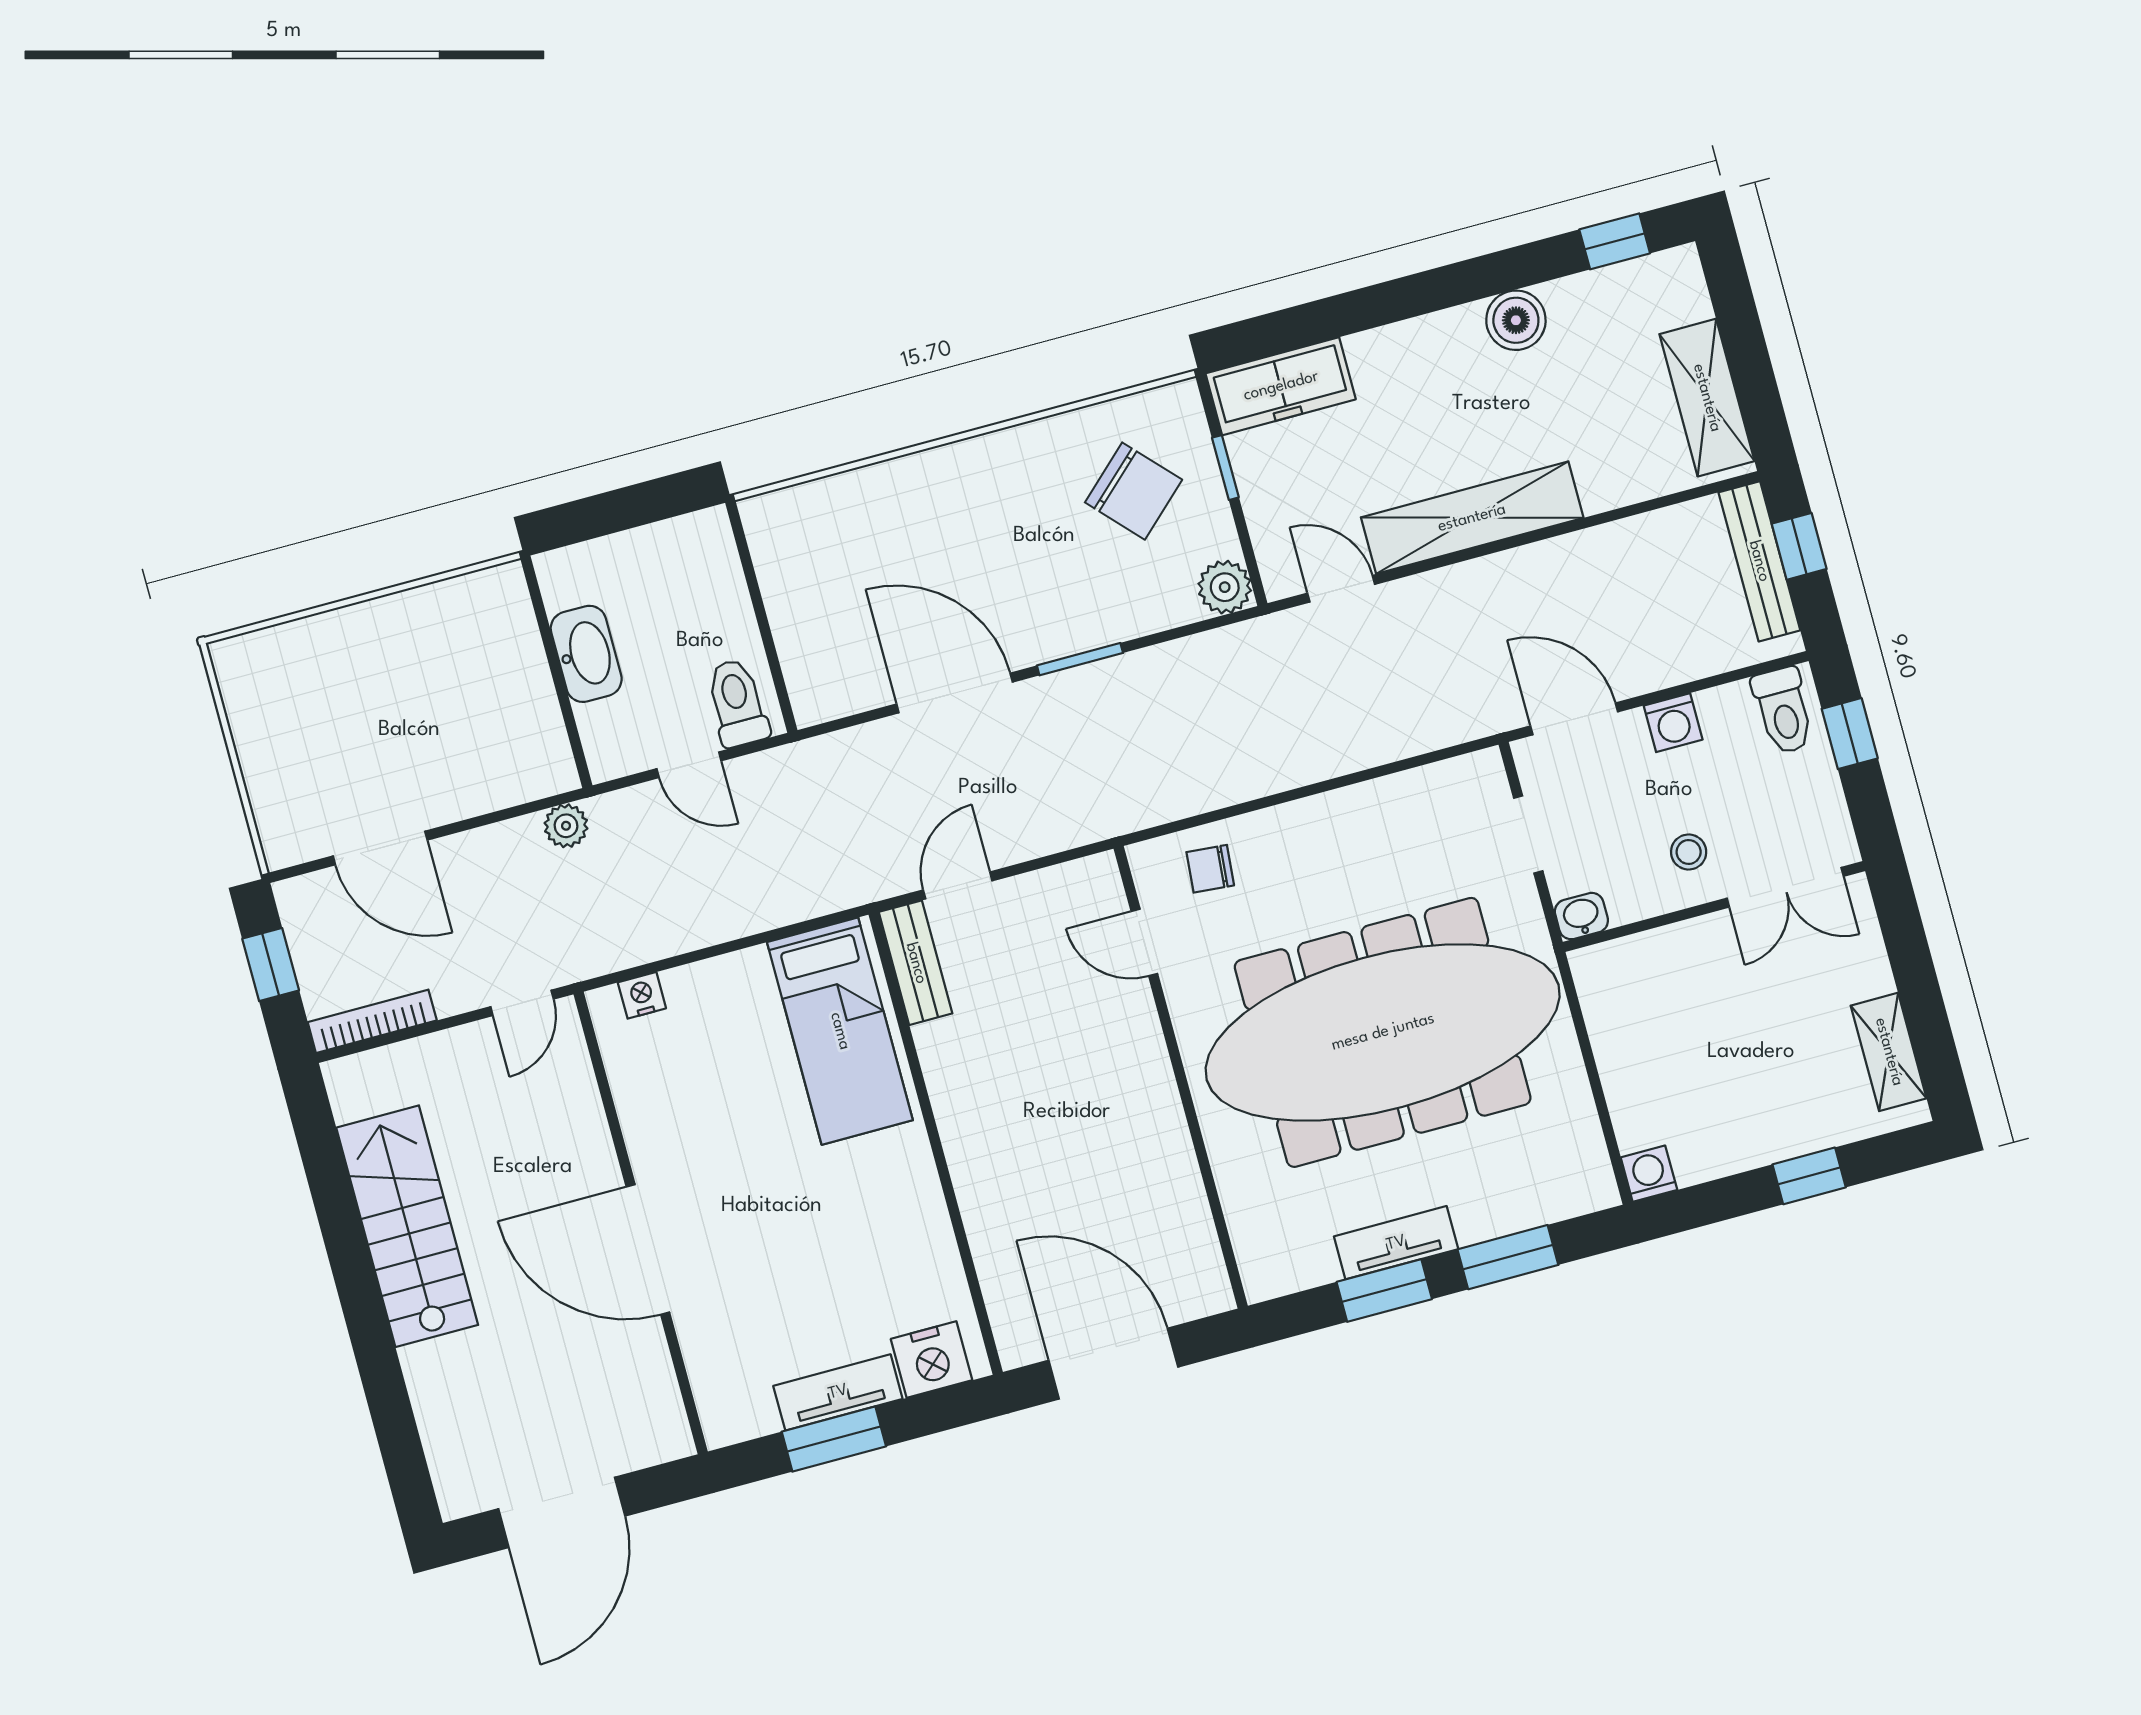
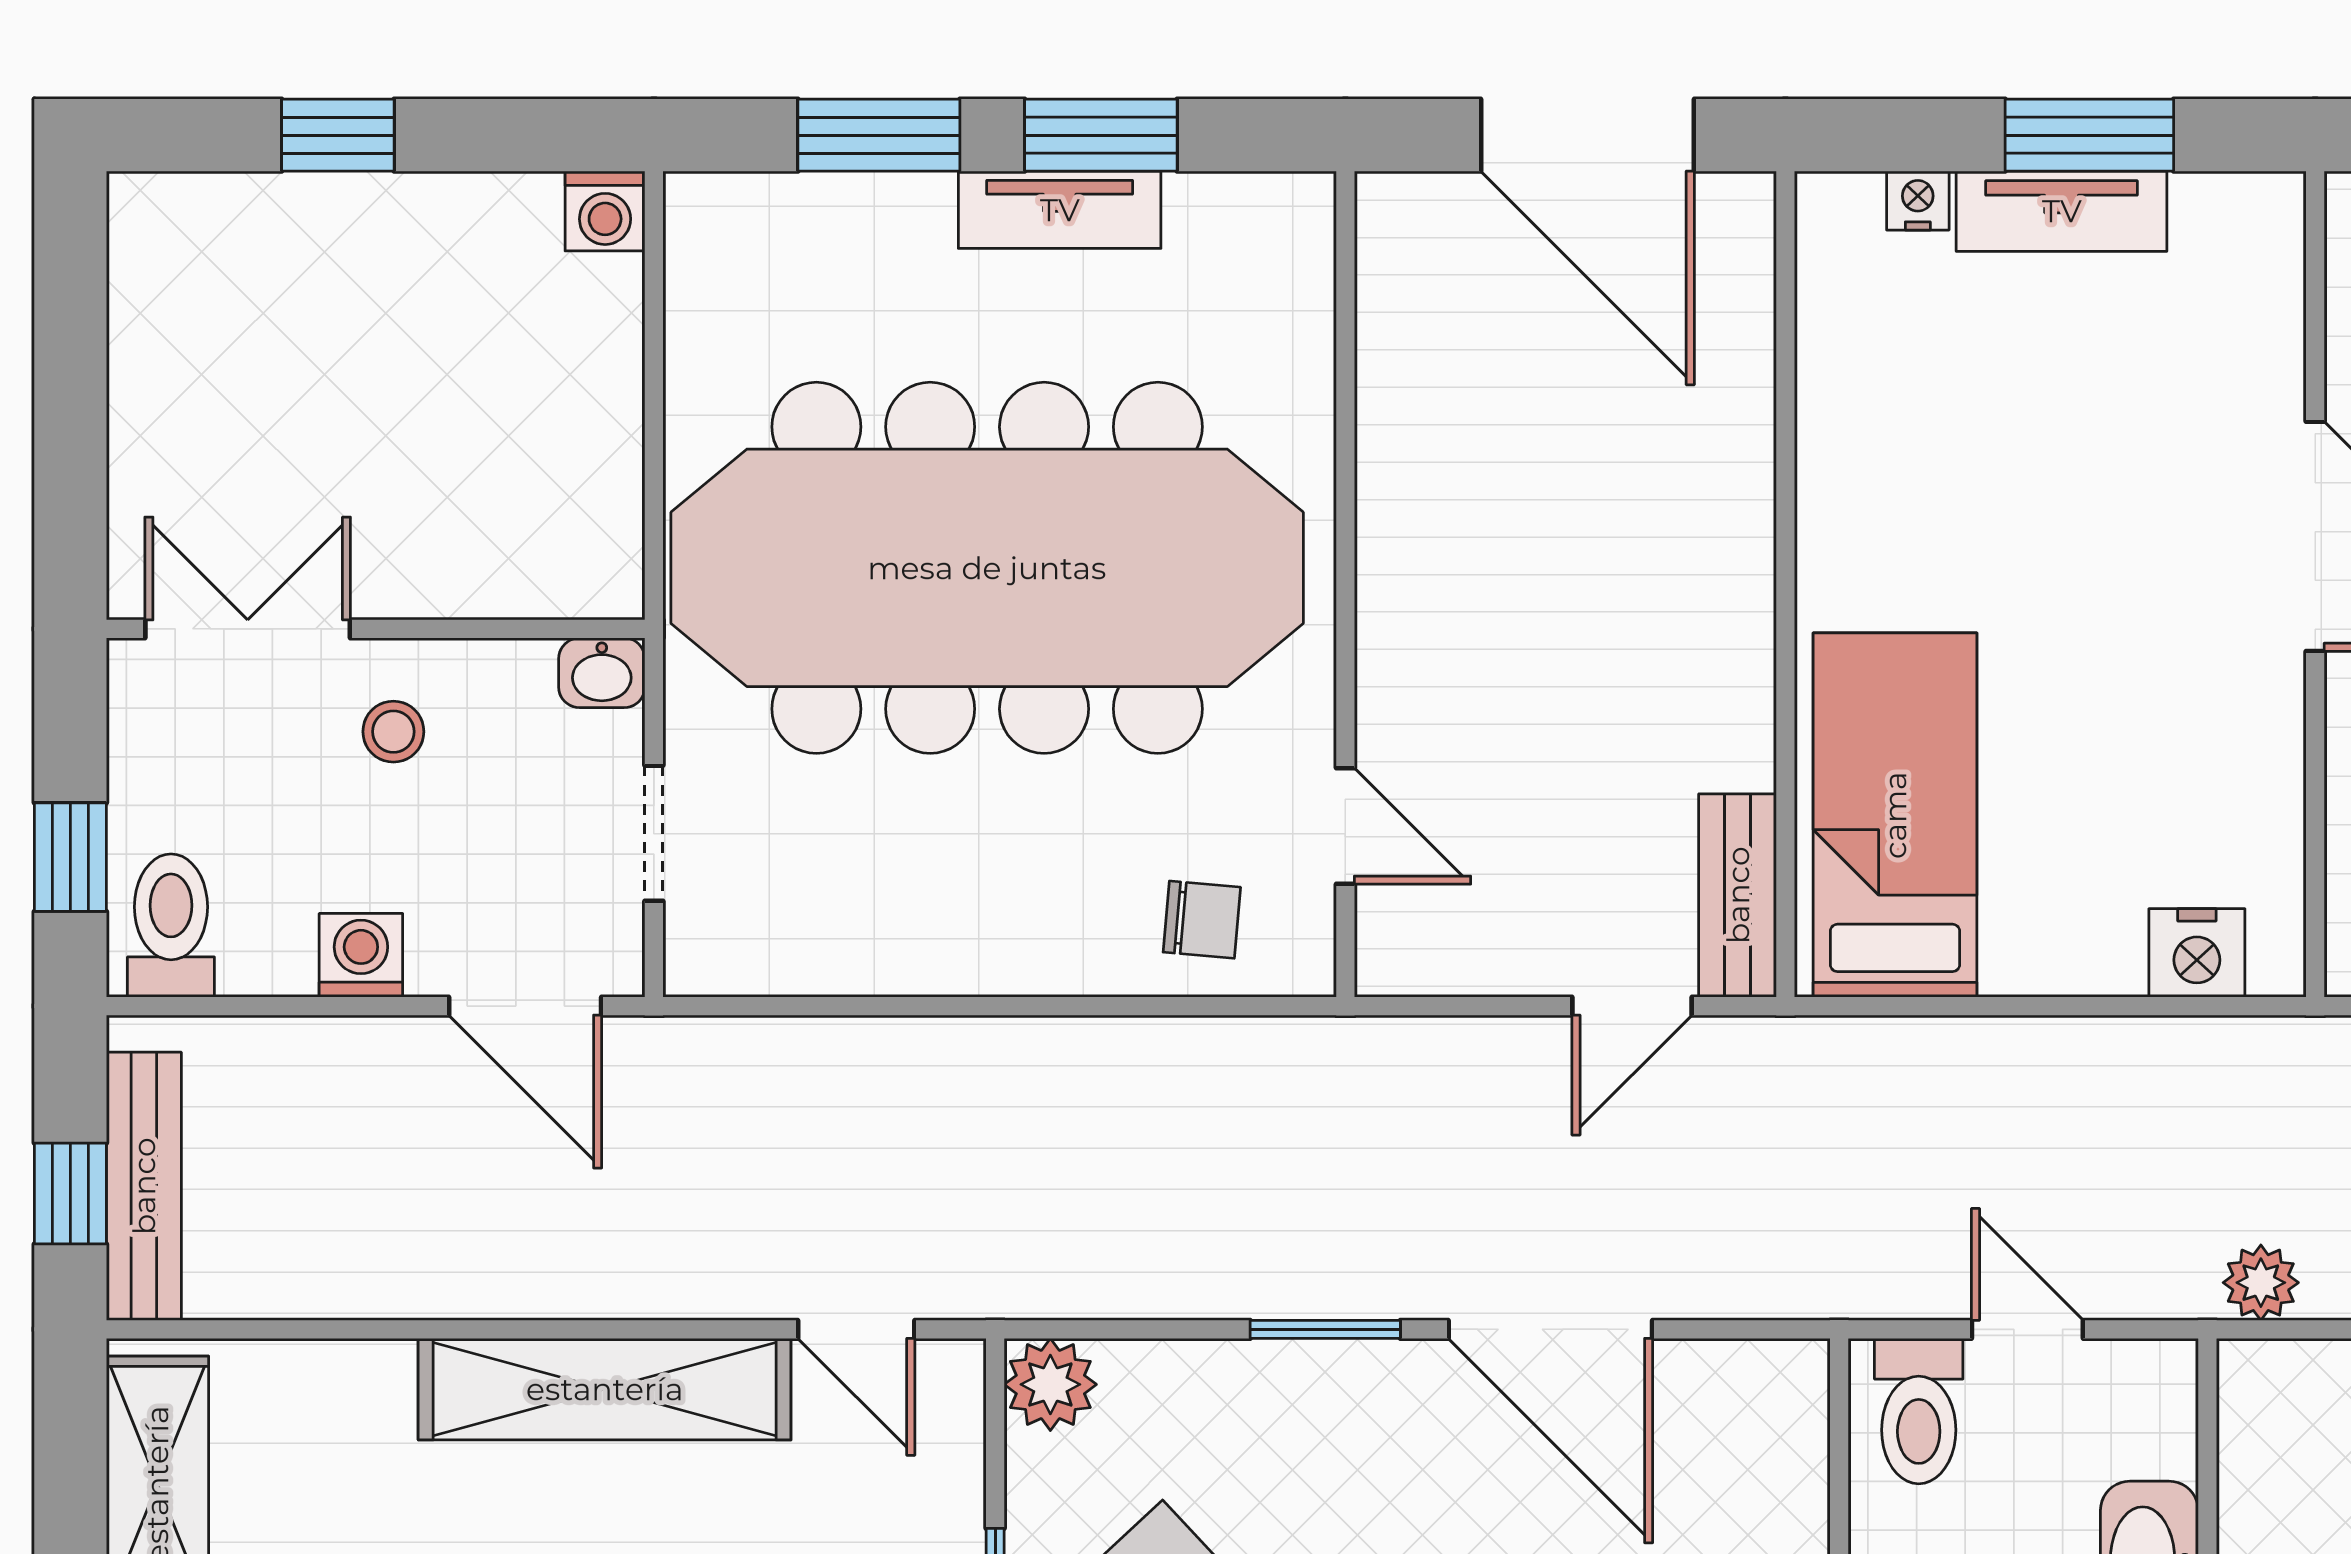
nightstand: (642, 995) -> (2197, 953), width x1.39, depth x1.35
shelving: (1889, 1052) -> (149, 307), removed
nightstand: (932, 1360) -> (1918, 201), width x0.53, depth x0.56

